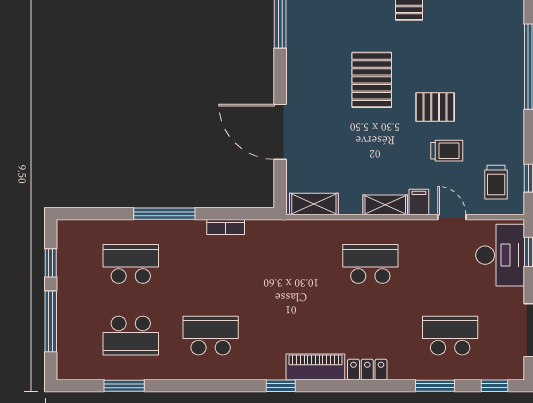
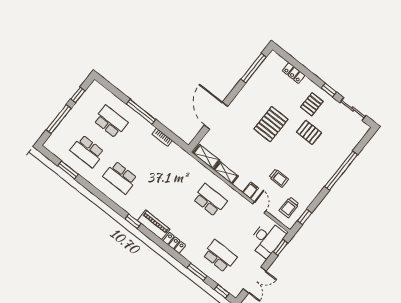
pallet: (435, 107) -> (309, 132), moved
shelving: (385, 205) -> (226, 173), moved
school desk: (211, 336) -> (120, 177), turned 180

